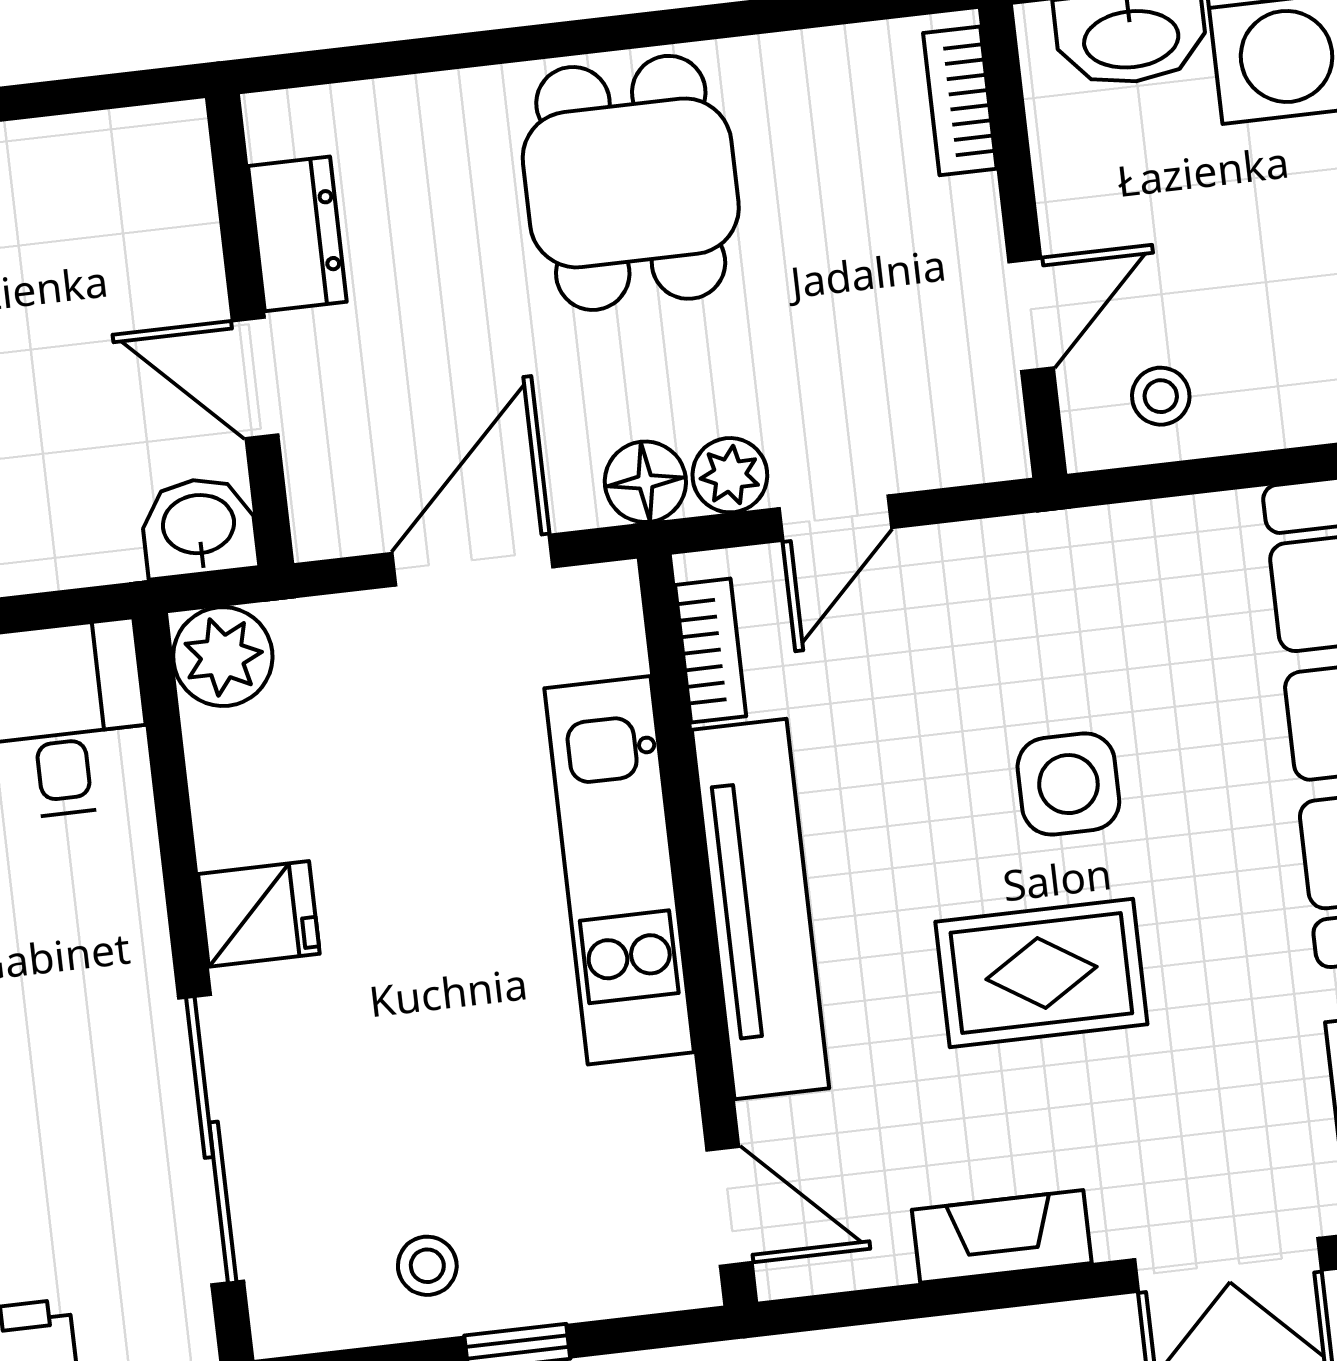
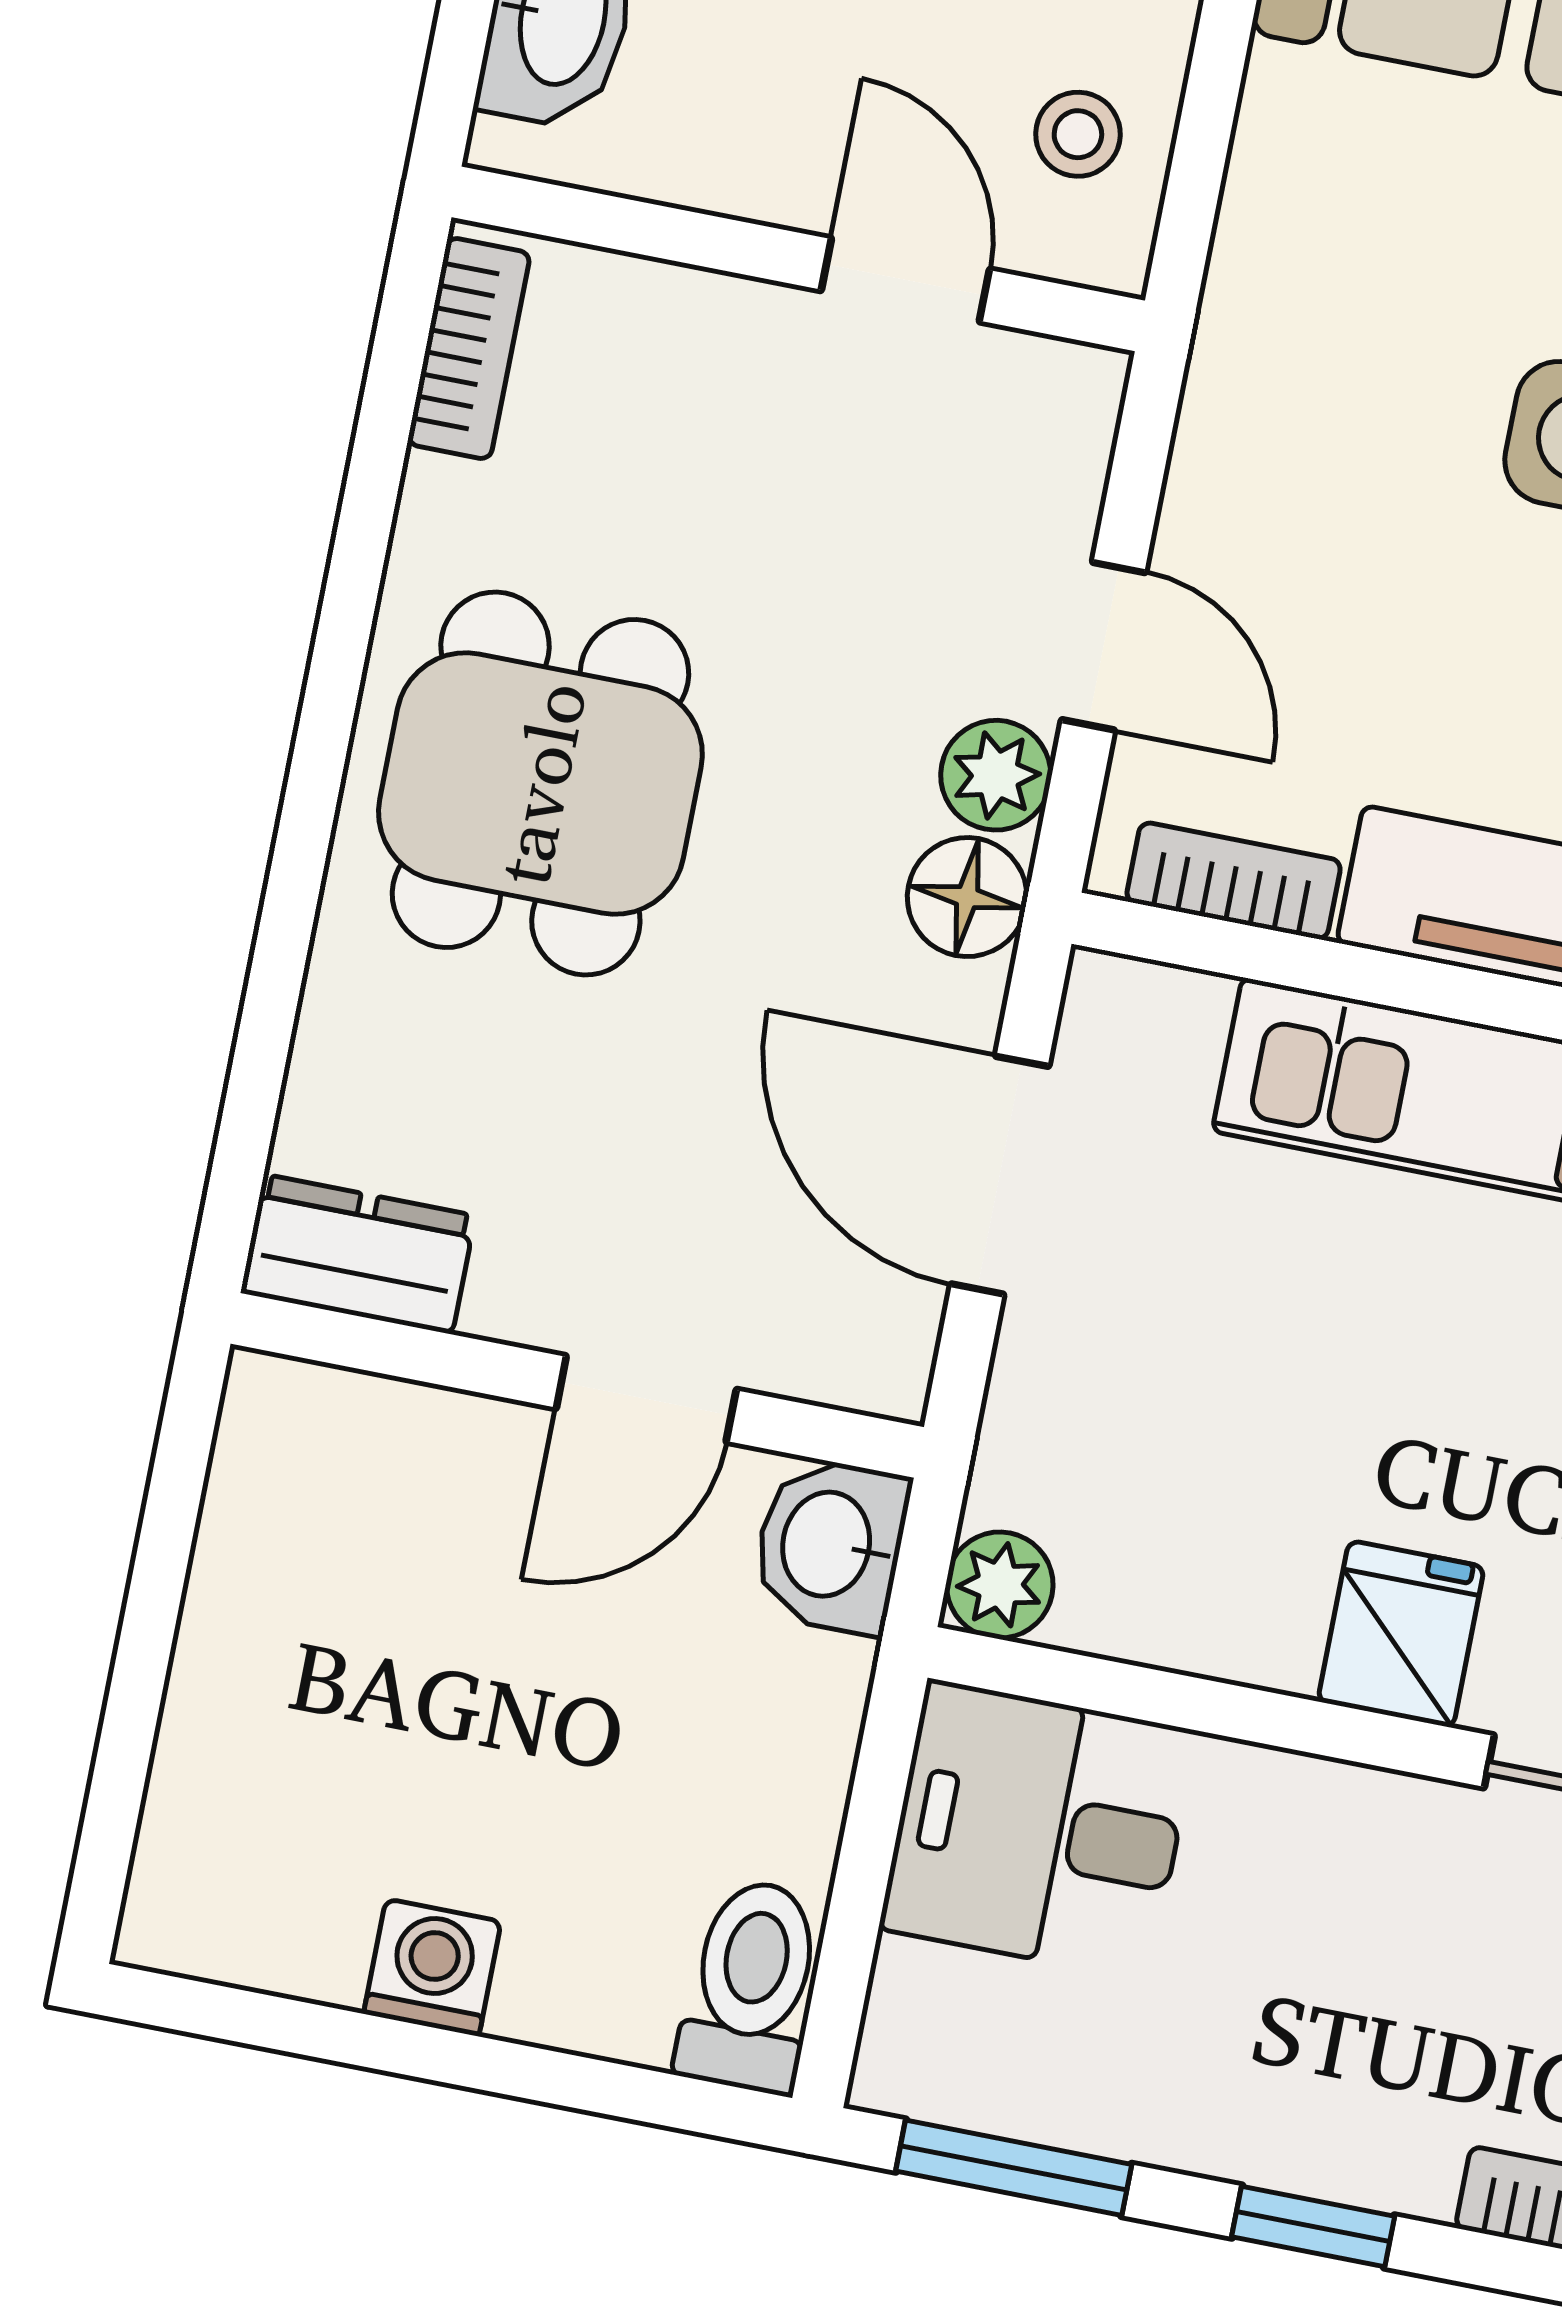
bookcase: (960, 101) -> (469, 349), moved, turned -90
dining table: (631, 183) -> (540, 783), turned 90
dresser: (297, 234) -> (358, 1254), moved
plant: (223, 657) -> (1000, 1585), width x0.73, depth x0.73

